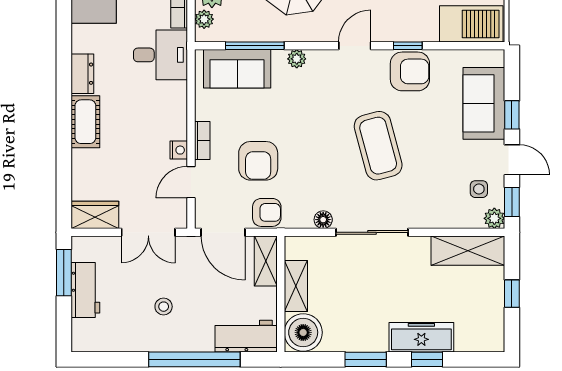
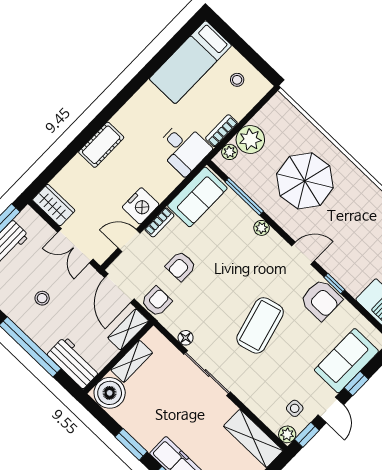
sofa: (237, 69) -> (197, 197), moved, turned -90
dresser: (82, 74) -> (127, 115), removed
nightstand: (179, 150) -> (141, 206), width x1.89, depth x1.79
armchair: (258, 161) -> (181, 266), width x0.72, depth x0.72
armchair: (267, 212) -> (156, 301), turned -90

